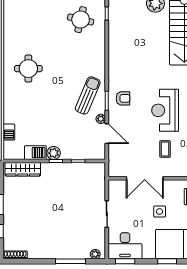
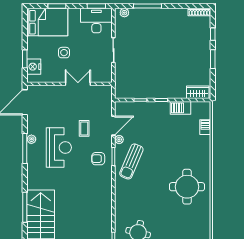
round table: (28, 69) -> (187, 187), width x1.36, depth x1.36
door: (107, 134) -> (113, 126), swing flipped
coffee table: (165, 149) -> (84, 128), moved
plant: (54, 153) -> (163, 107), removed
wardrobe: (23, 169) -> (198, 92), width x0.67
double door: (145, 178) -> (78, 84), width x0.73

